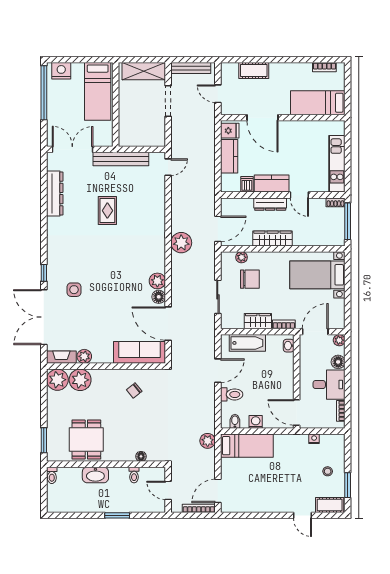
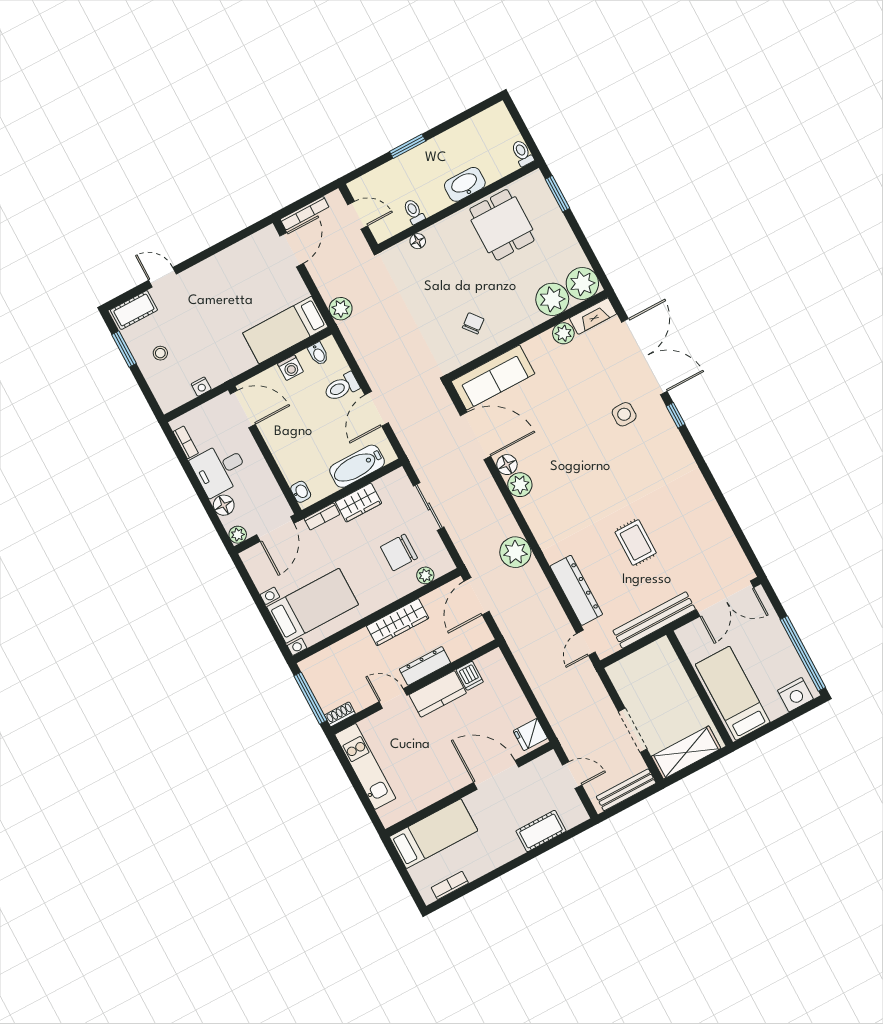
kitchen counter: (229, 156) -> (513, 700), removed
dresser: (55, 194) -> (576, 590), moved, turned 180

